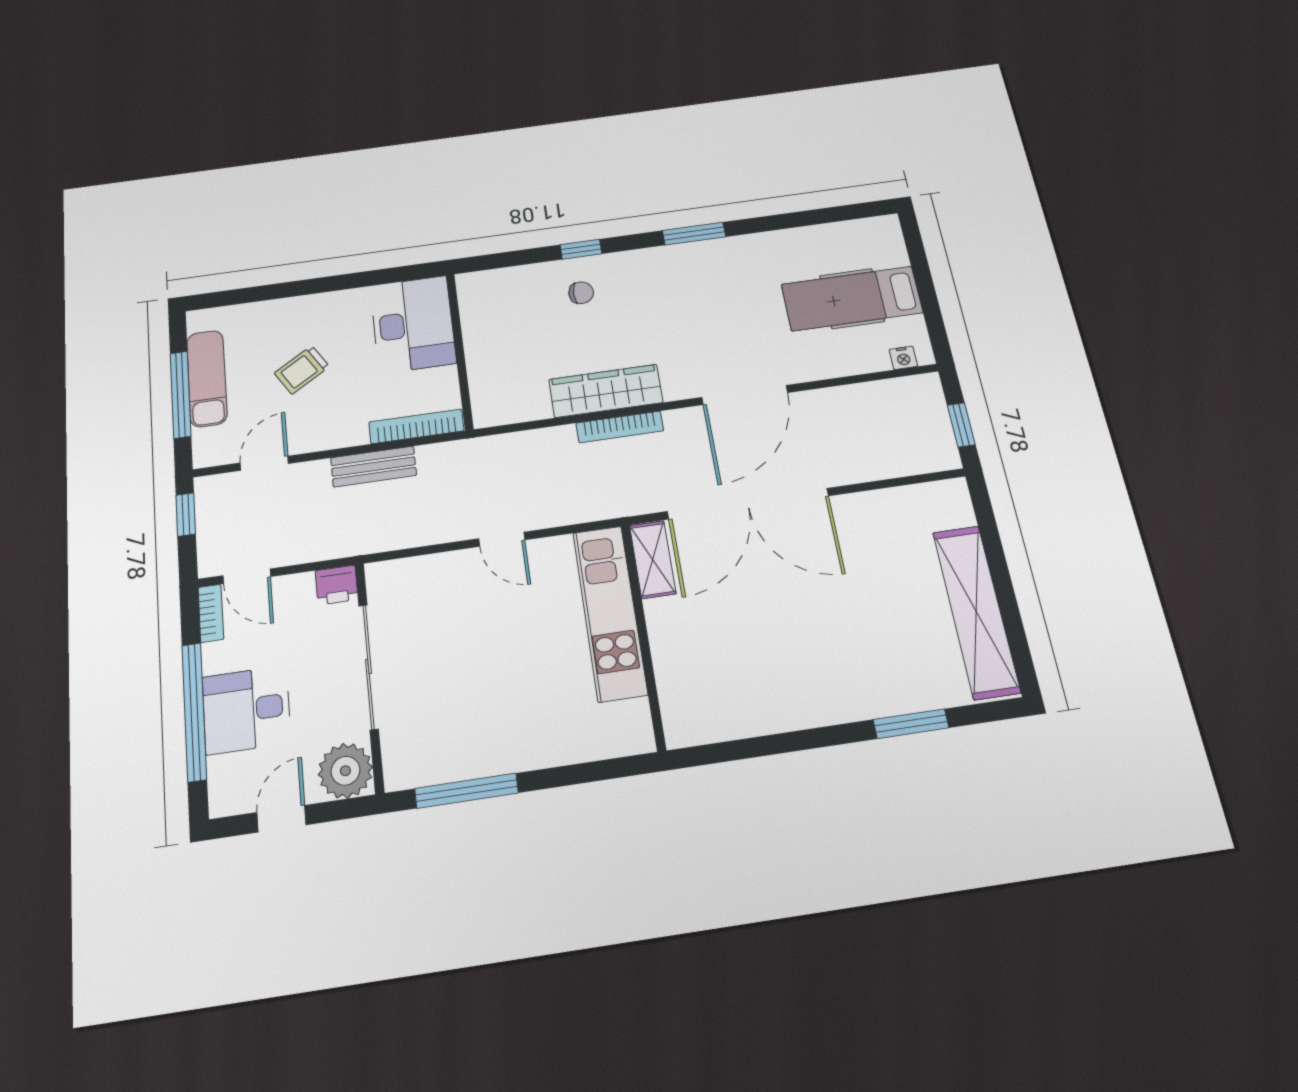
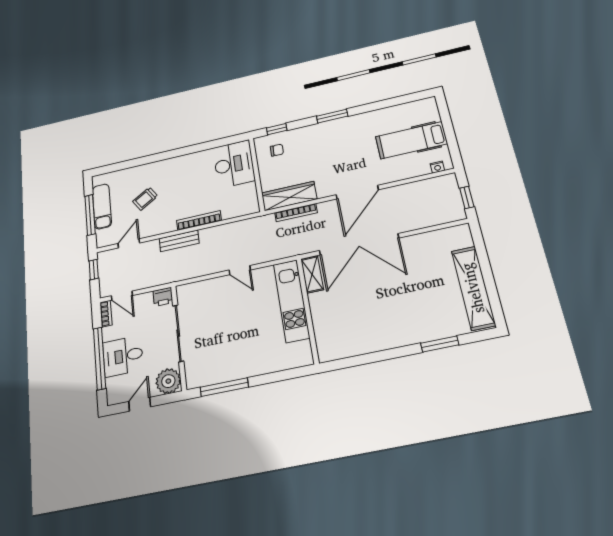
desk: (413, 324) -> (234, 164), moved
wall: (460, 351) -> (257, 174), moved

